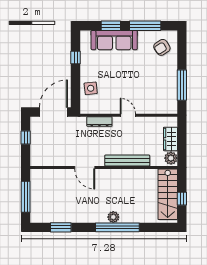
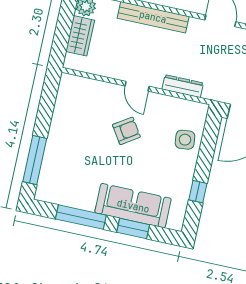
armchair: (162, 47) -> (126, 131), moved
window: (182, 85) -> (35, 160), moved

